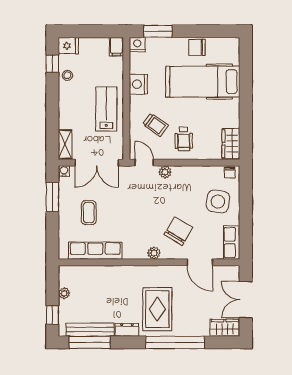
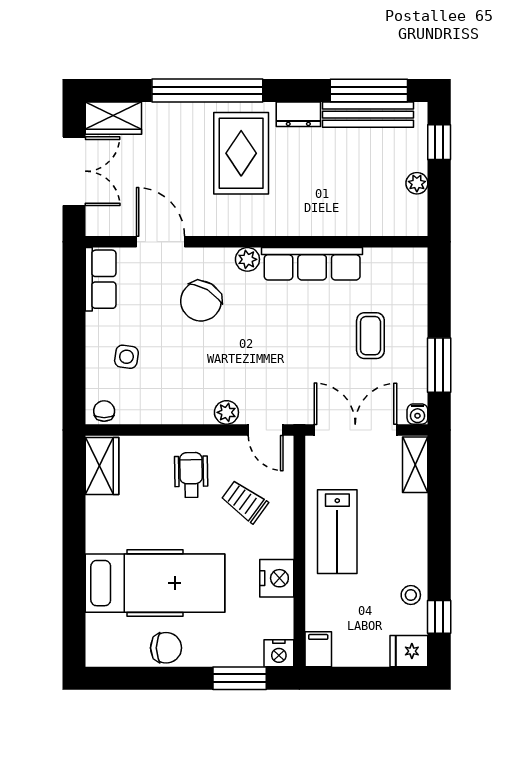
side table: (218, 201) -> (126, 357), width x0.54, depth x0.54
row of seats: (95, 251) -> (312, 264), moved

